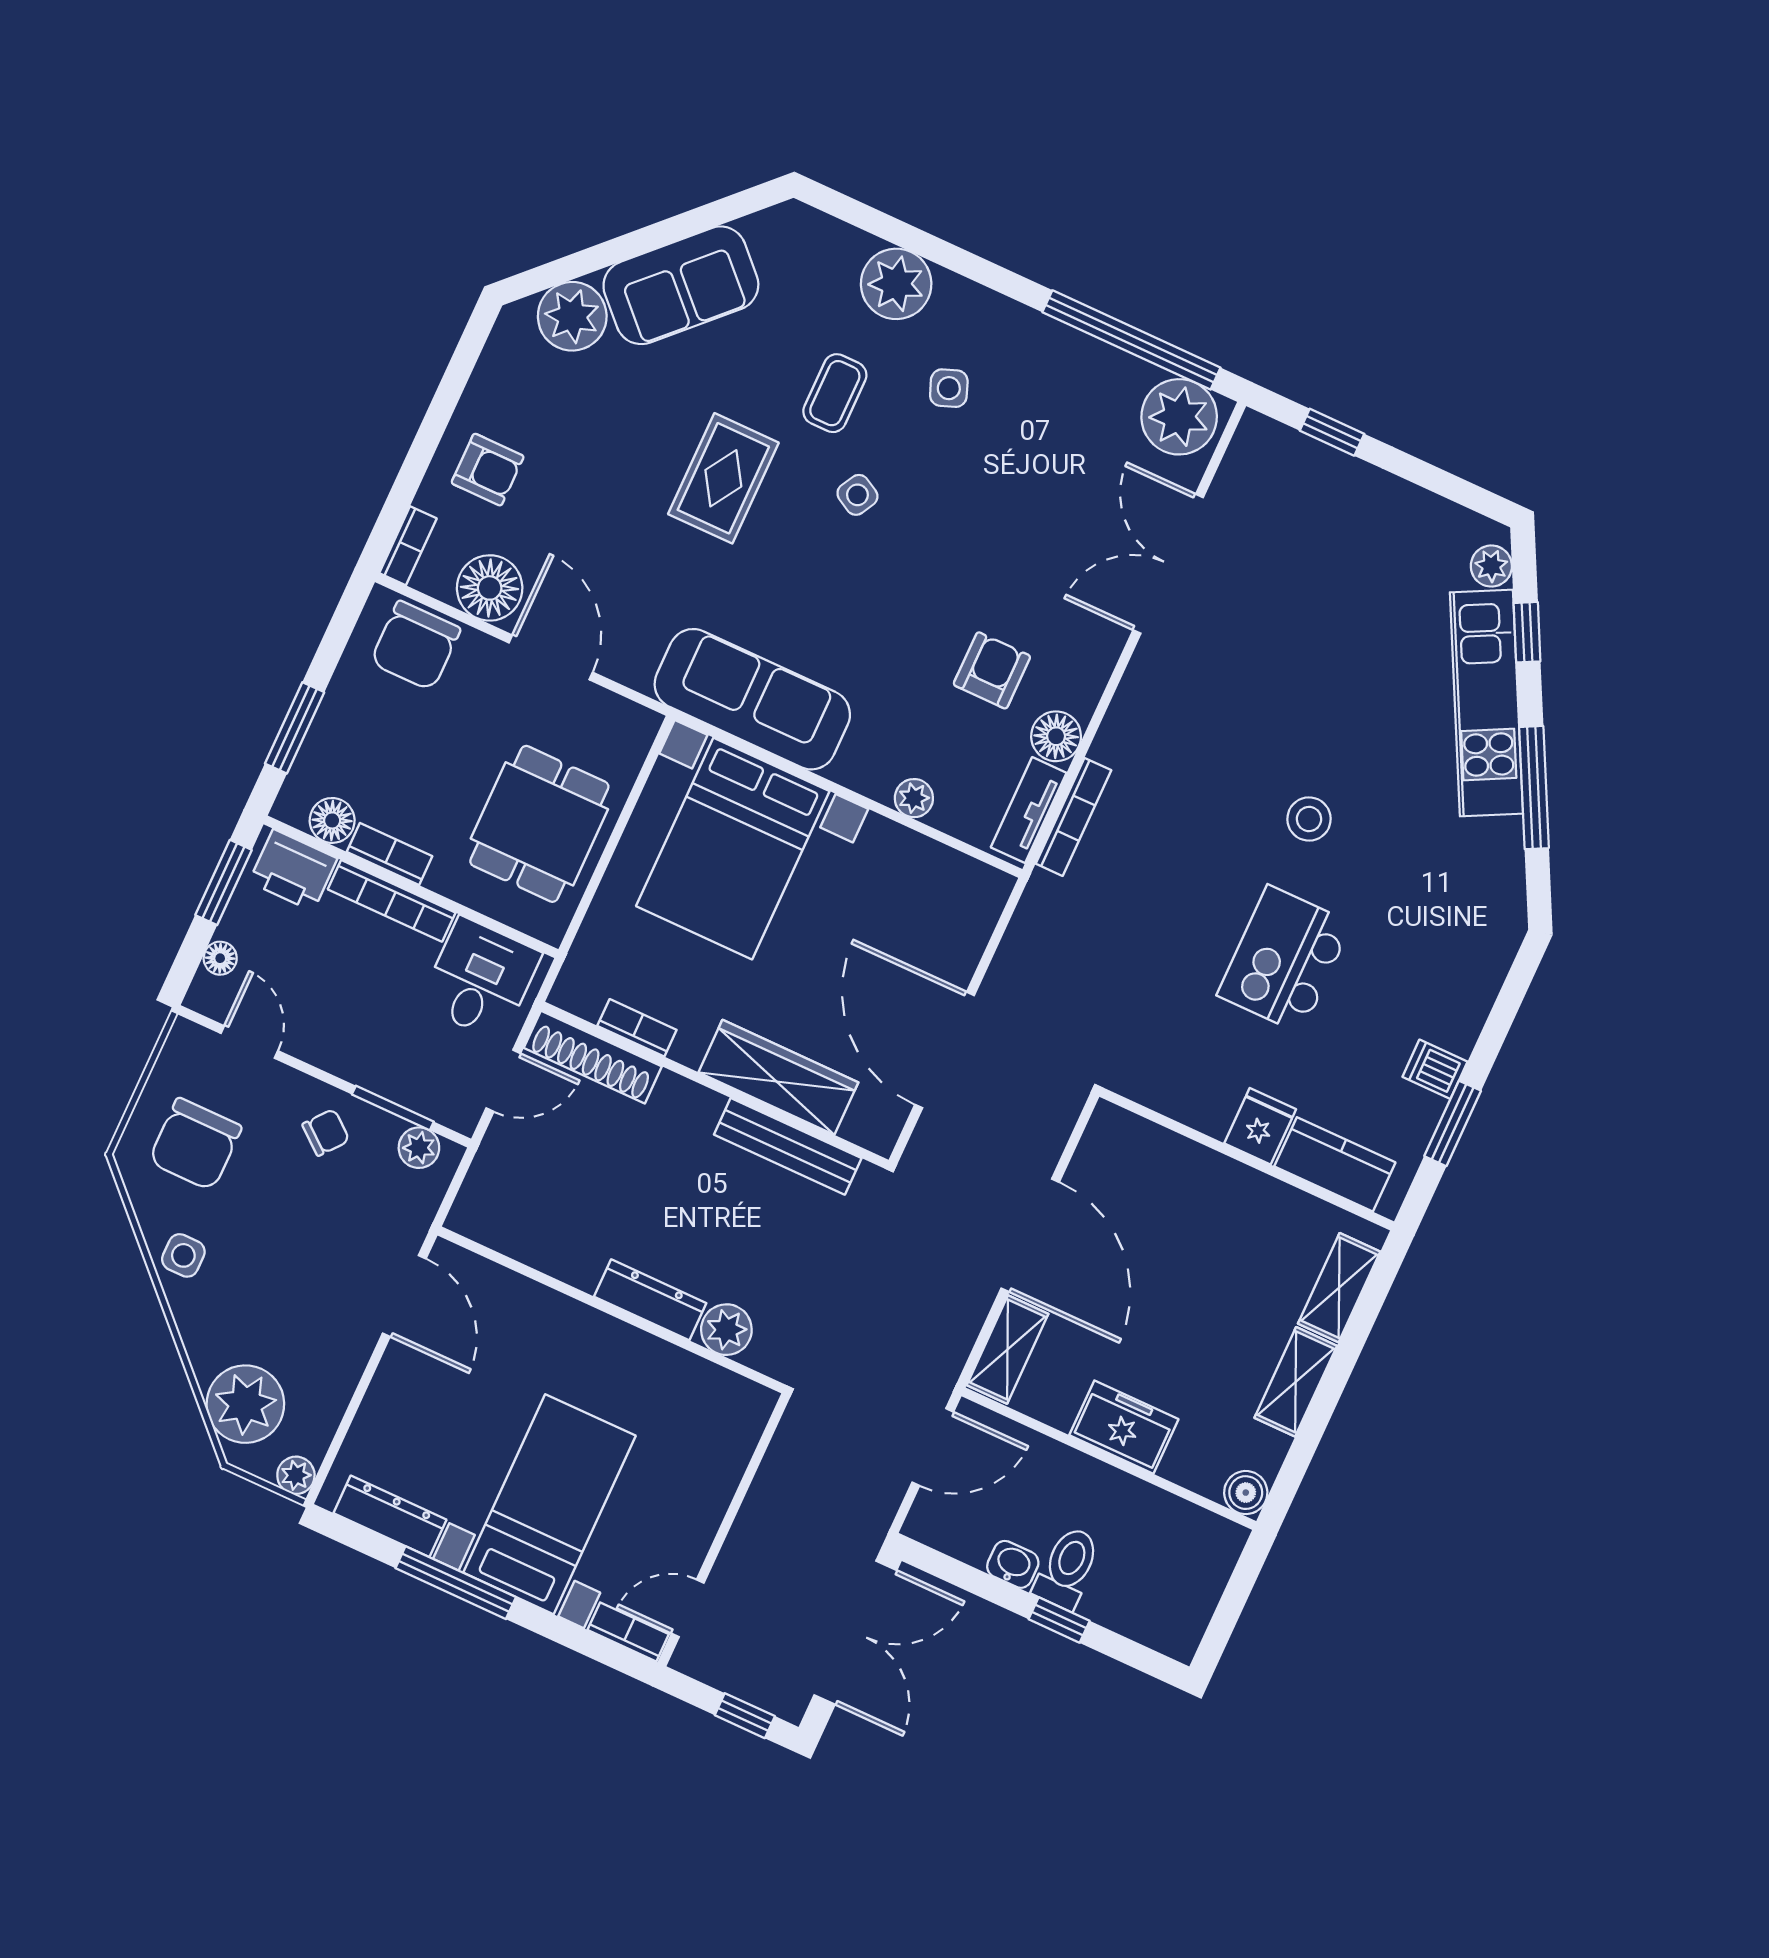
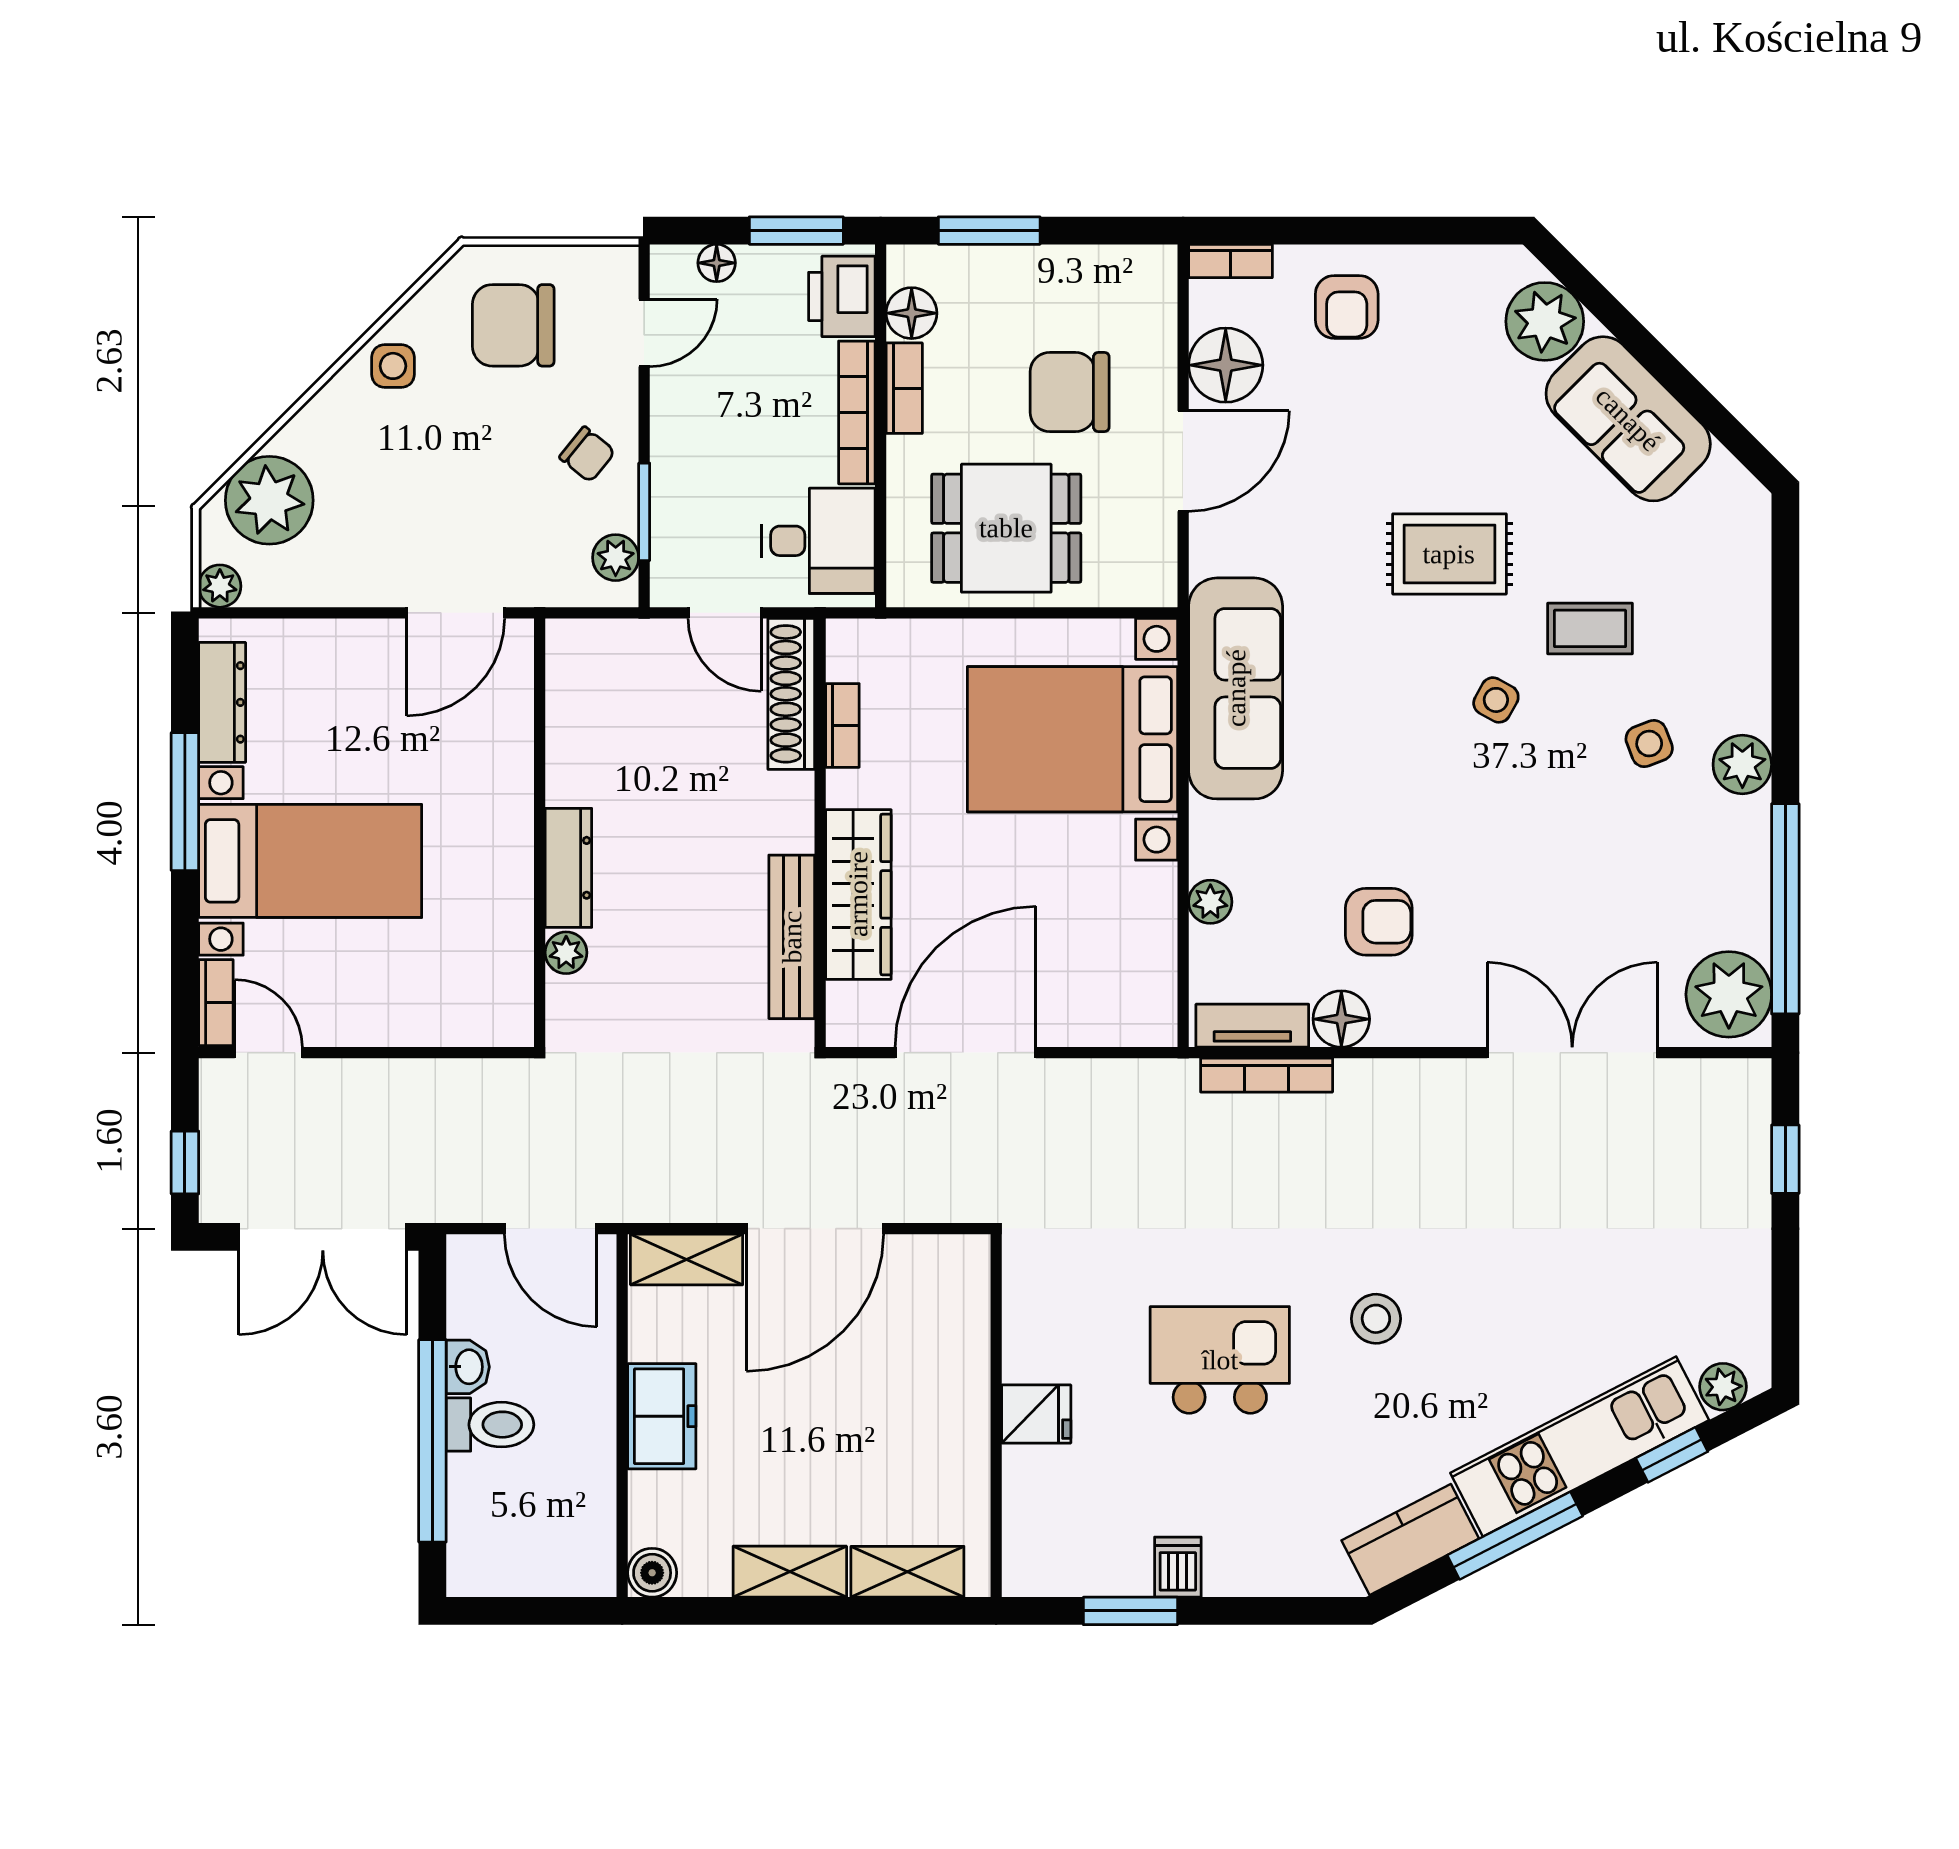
plant: (896, 284) -> (1742, 765), moved, width x0.73, depth x0.73
chair: (415, 646) -> (1070, 392), moved
kitchen counter: (1335, 1164) -> (1410, 1540), moved, turned -117
plant: (726, 1330) -> (566, 953), width x0.73, depth x0.73
window: (1059, 1620) -> (432, 1441), width x3.17

